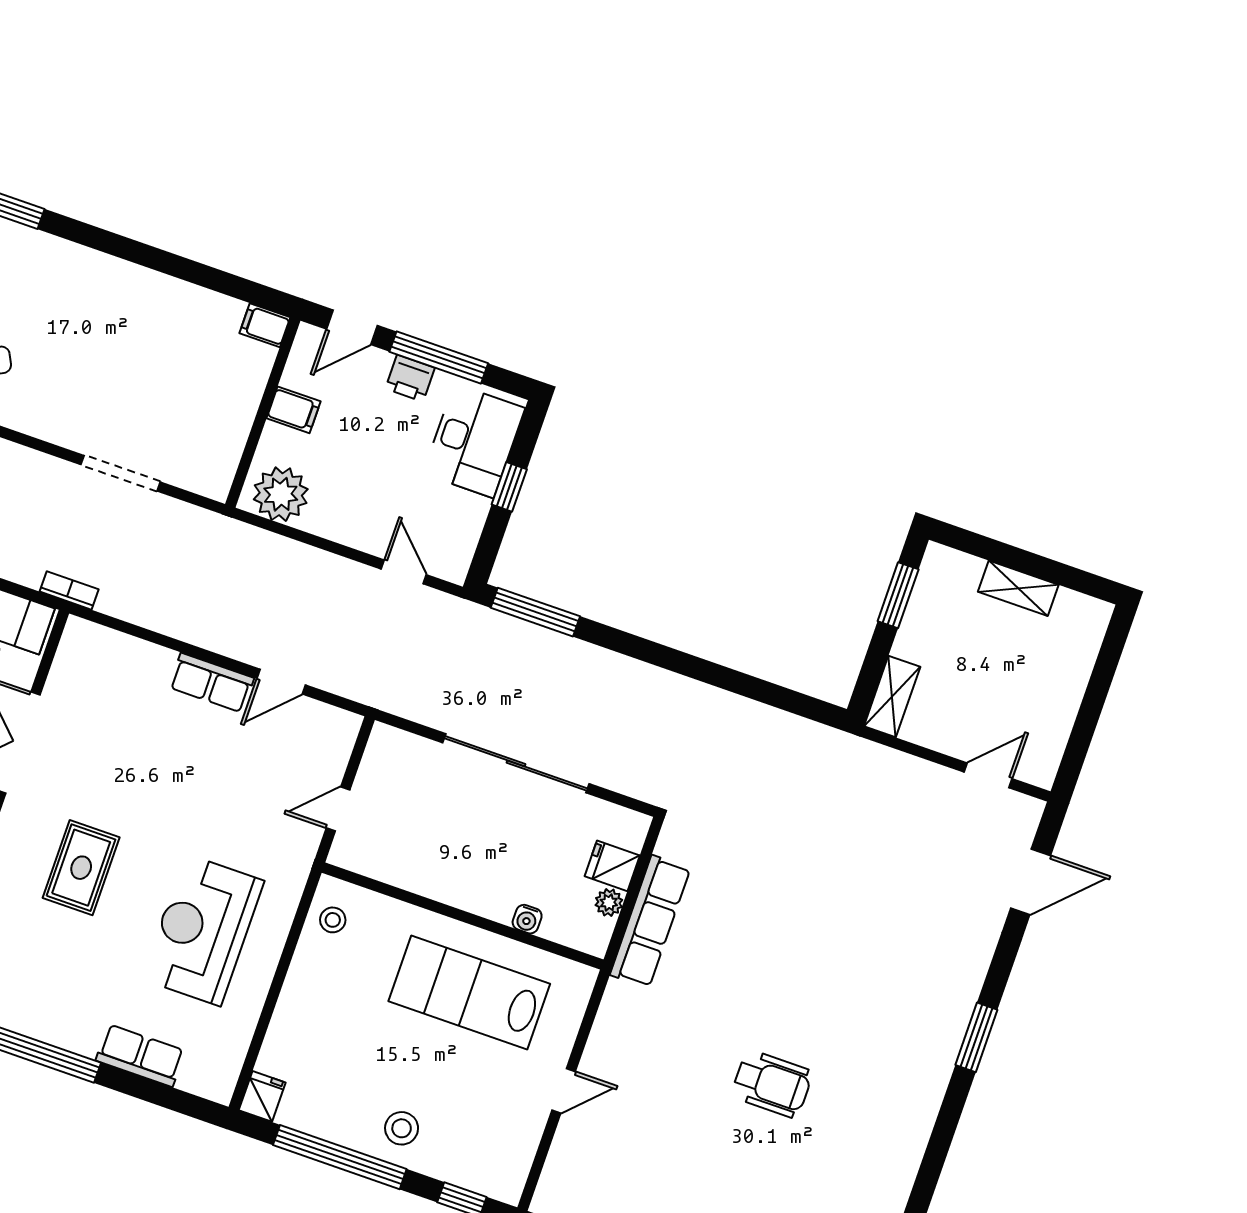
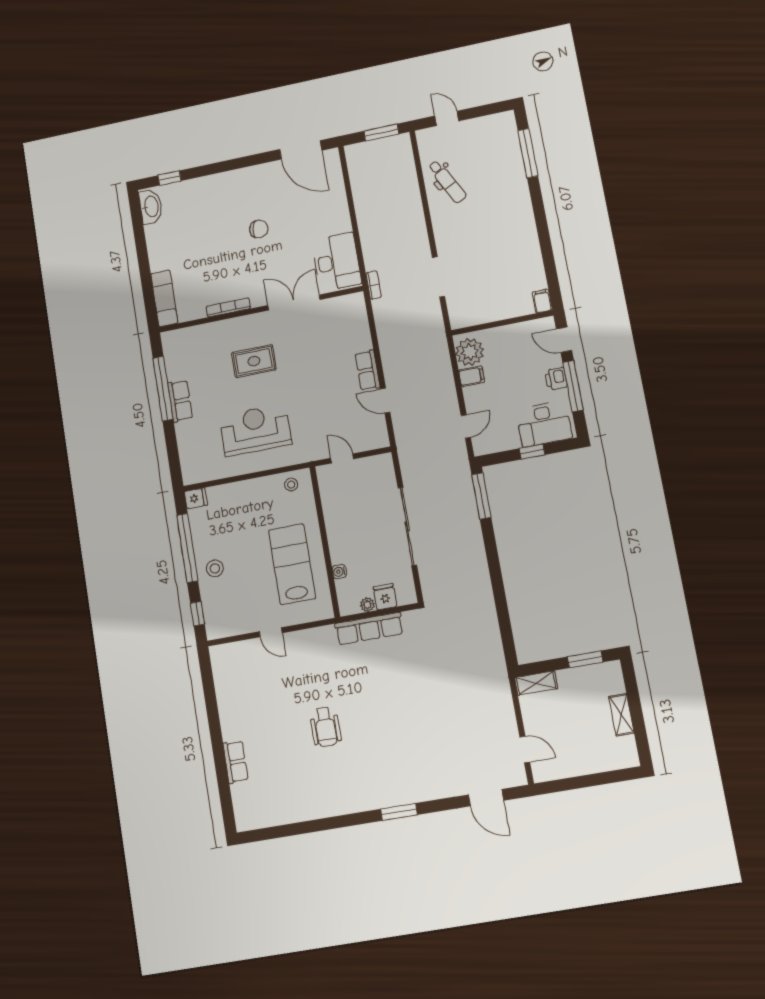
filing cabinet: (294, 410) -> (472, 376), moved, turned -90
row of seats: (140, 1056) -> (180, 401), moved

